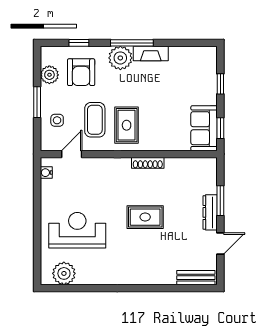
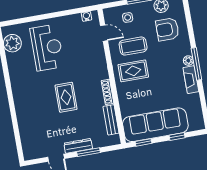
window: (79, 43) -> (189, 24), removed
plant: (120, 58) -> (188, 61), width x0.53, depth x0.53
sofa: (204, 128) -> (155, 125), width x1.85, depth x1.27
bench: (196, 278) -> (111, 120), moved

